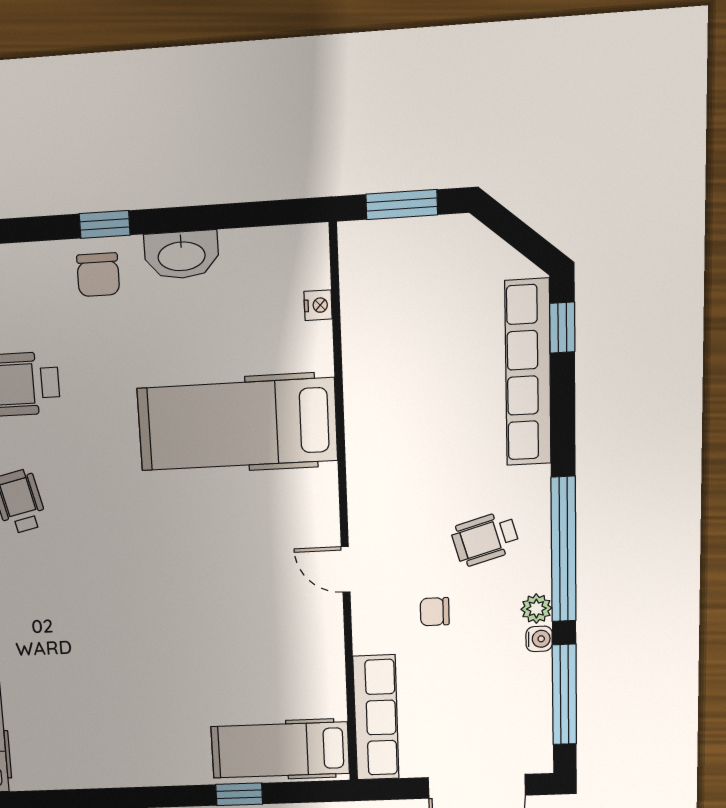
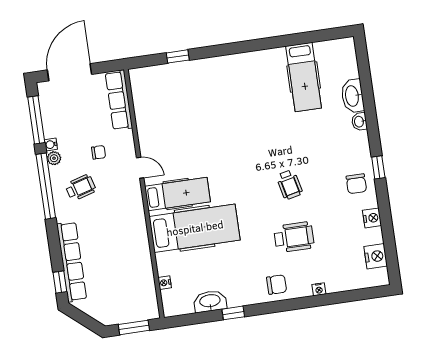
window: (105, 224) -> (233, 313), moved
washbasin: (181, 255) -> (210, 301), moved
chair: (98, 275) -> (277, 285), moved, turned 90
hospital bed: (280, 750) -> (178, 194), moved

